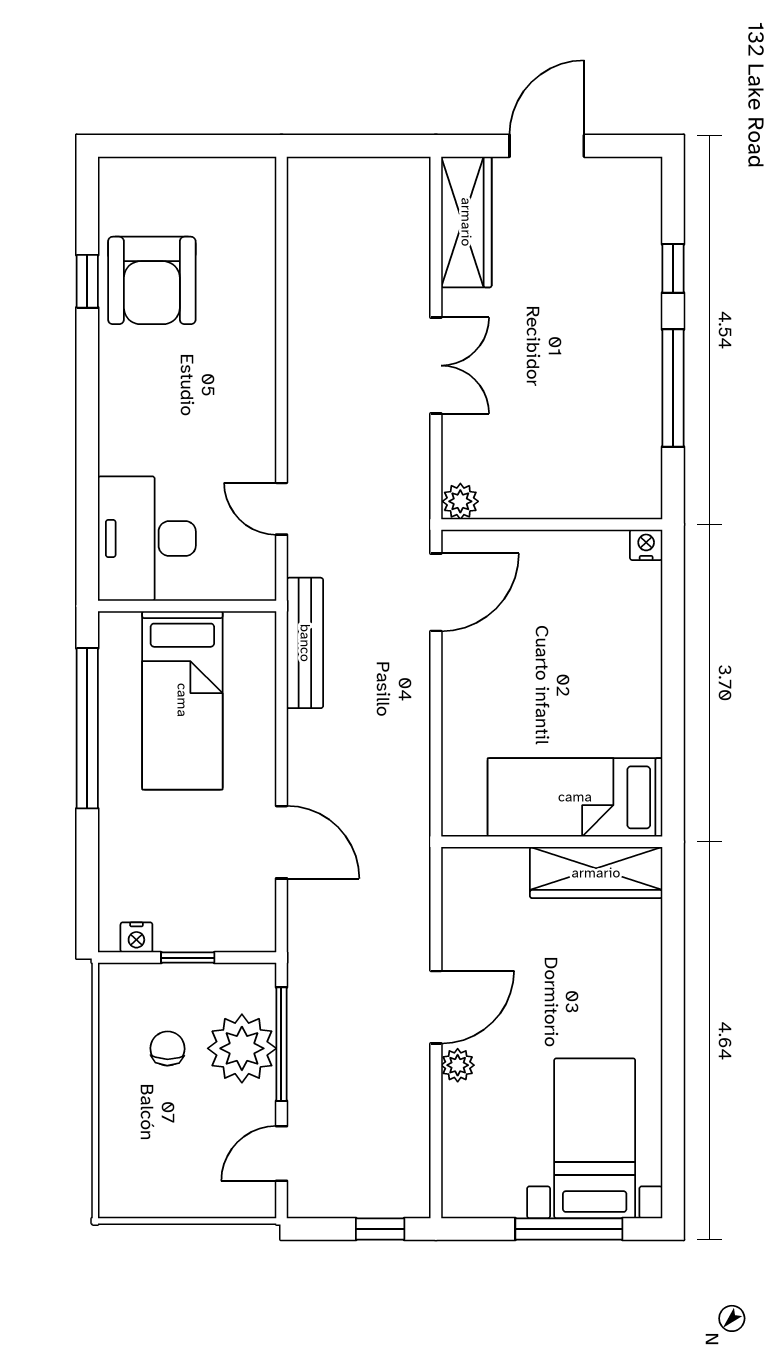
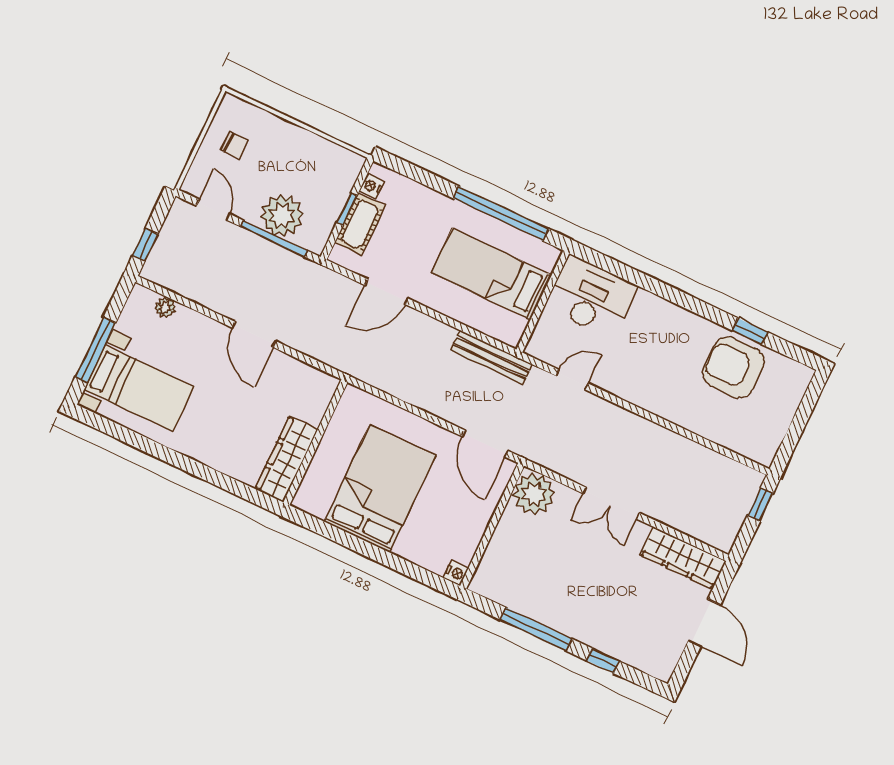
window: (334, 146) -> (760, 505), added
plant: (460, 501) -> (534, 494), width x1.88, depth x1.88
bed: (575, 797) -> (380, 489), moved, width x1.50
cot: (201, 928) -> (360, 224), added
chair: (168, 1049) -> (235, 145), moved
plant: (458, 1065) -> (165, 307), moved

